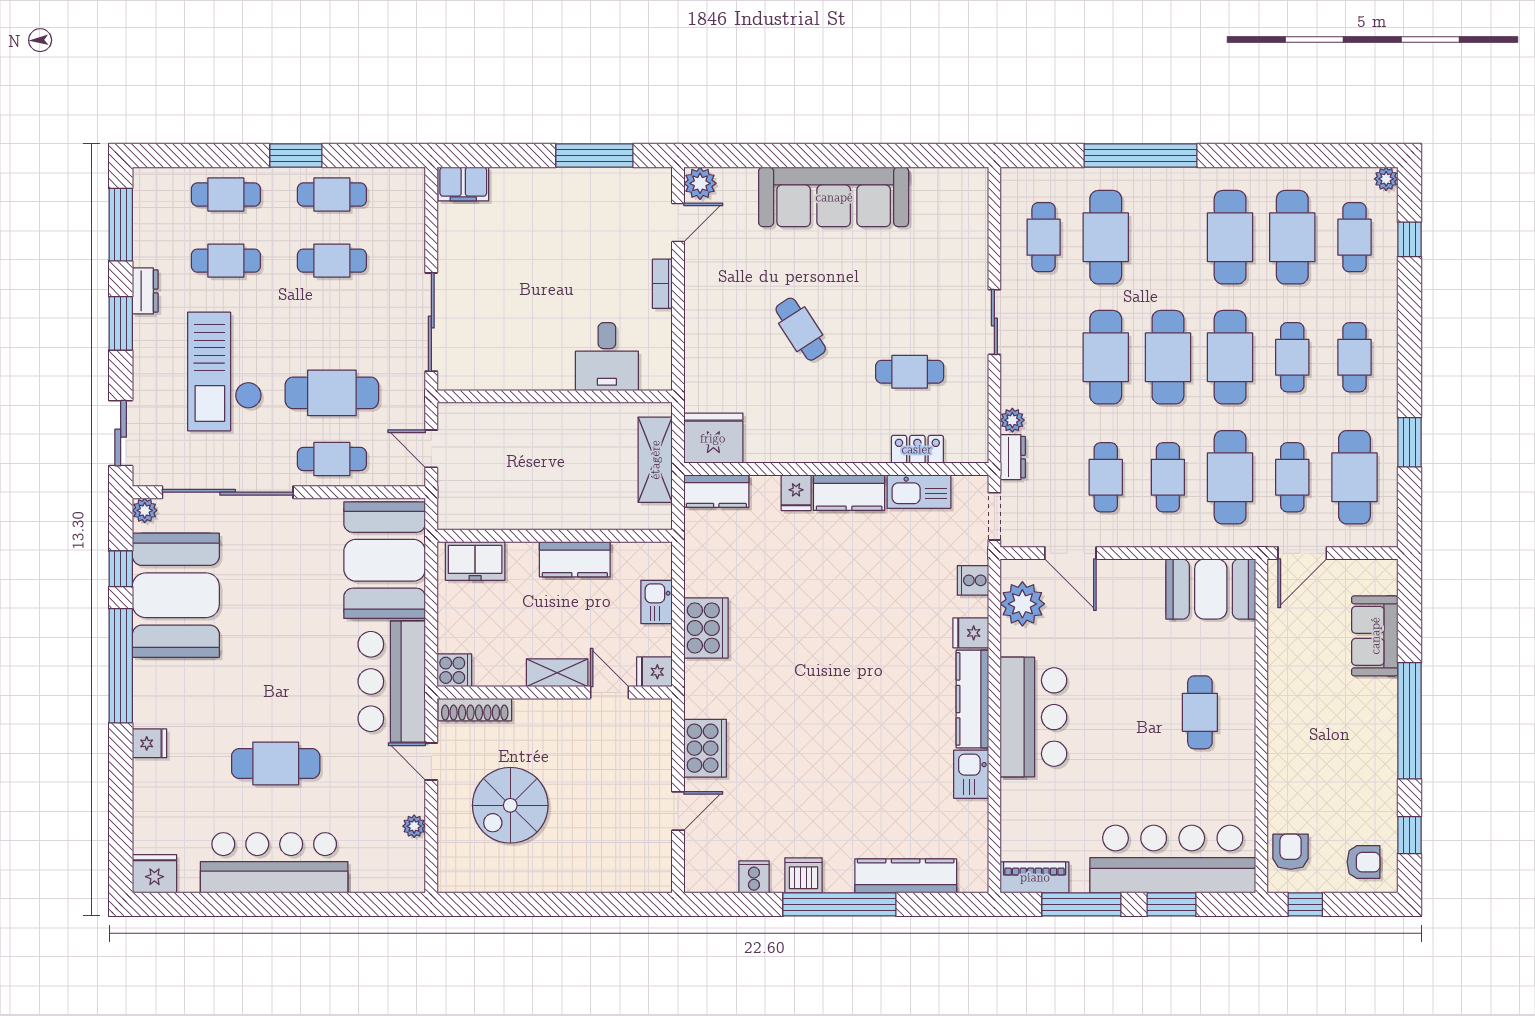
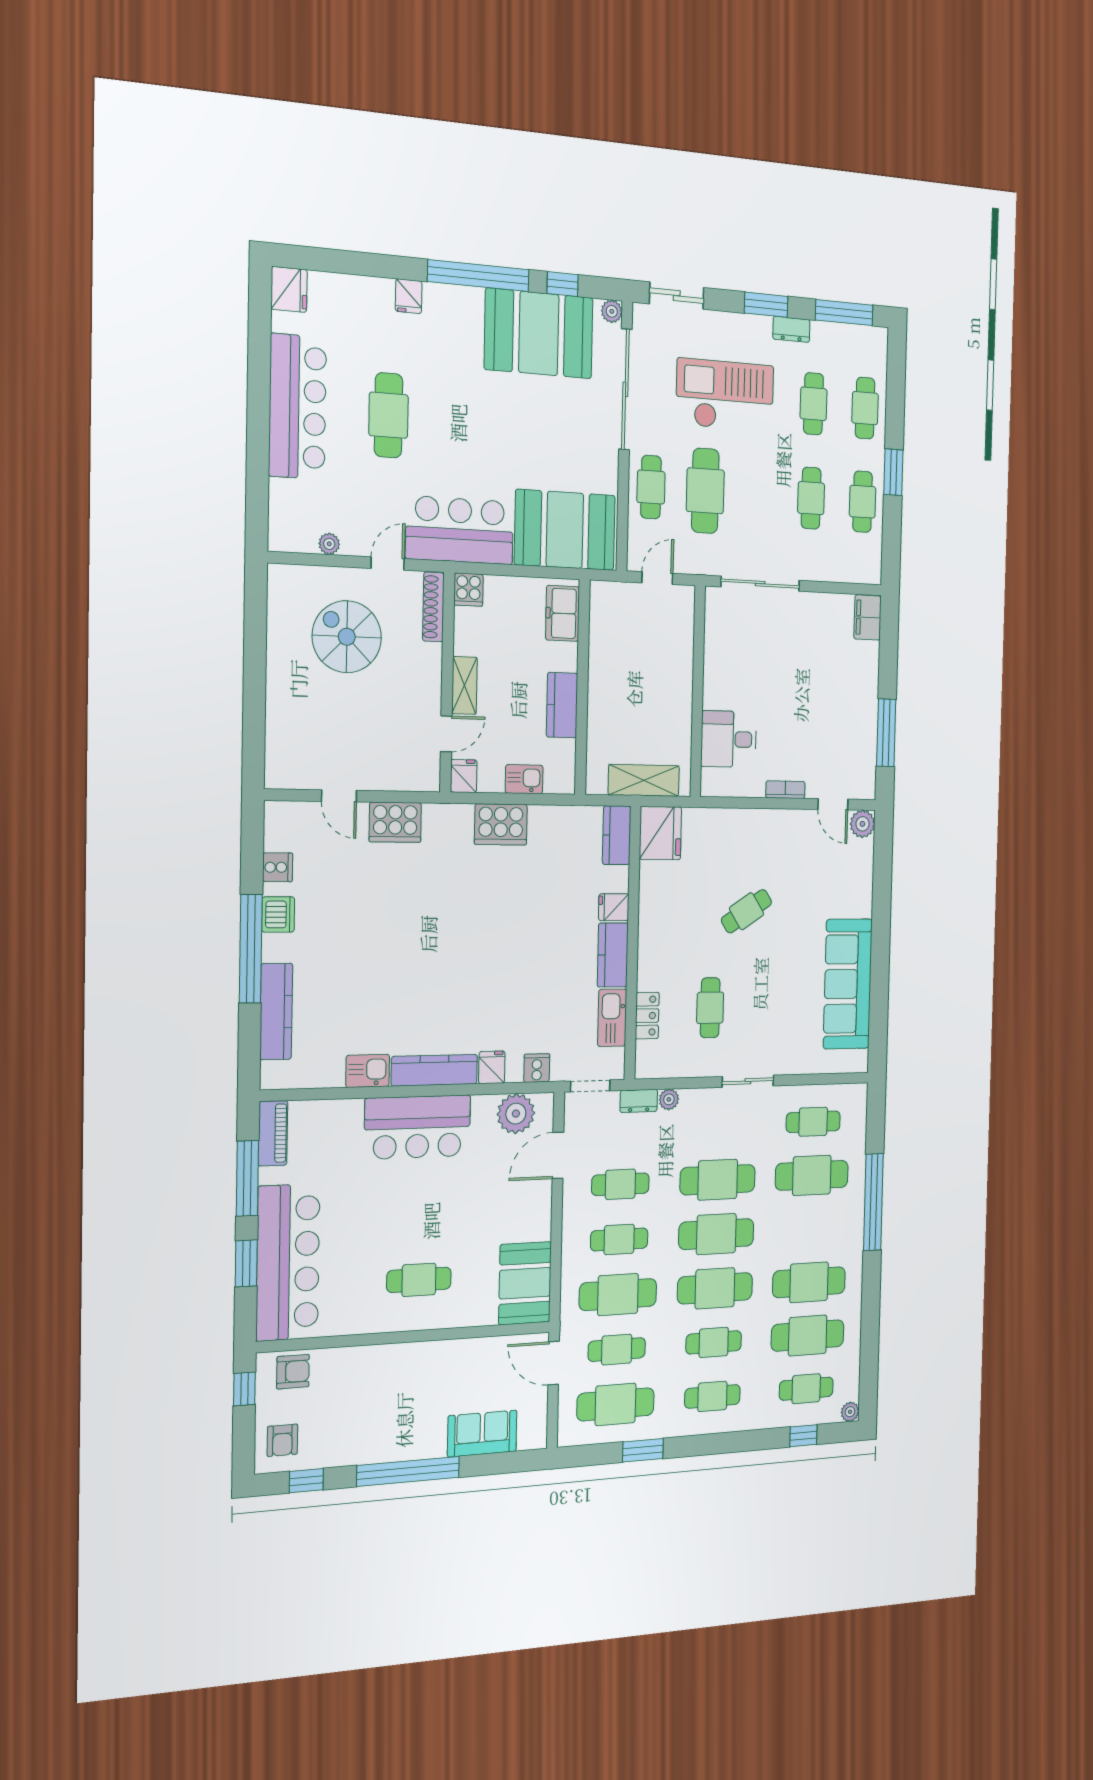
sofa: (834, 197) -> (848, 984), moved

